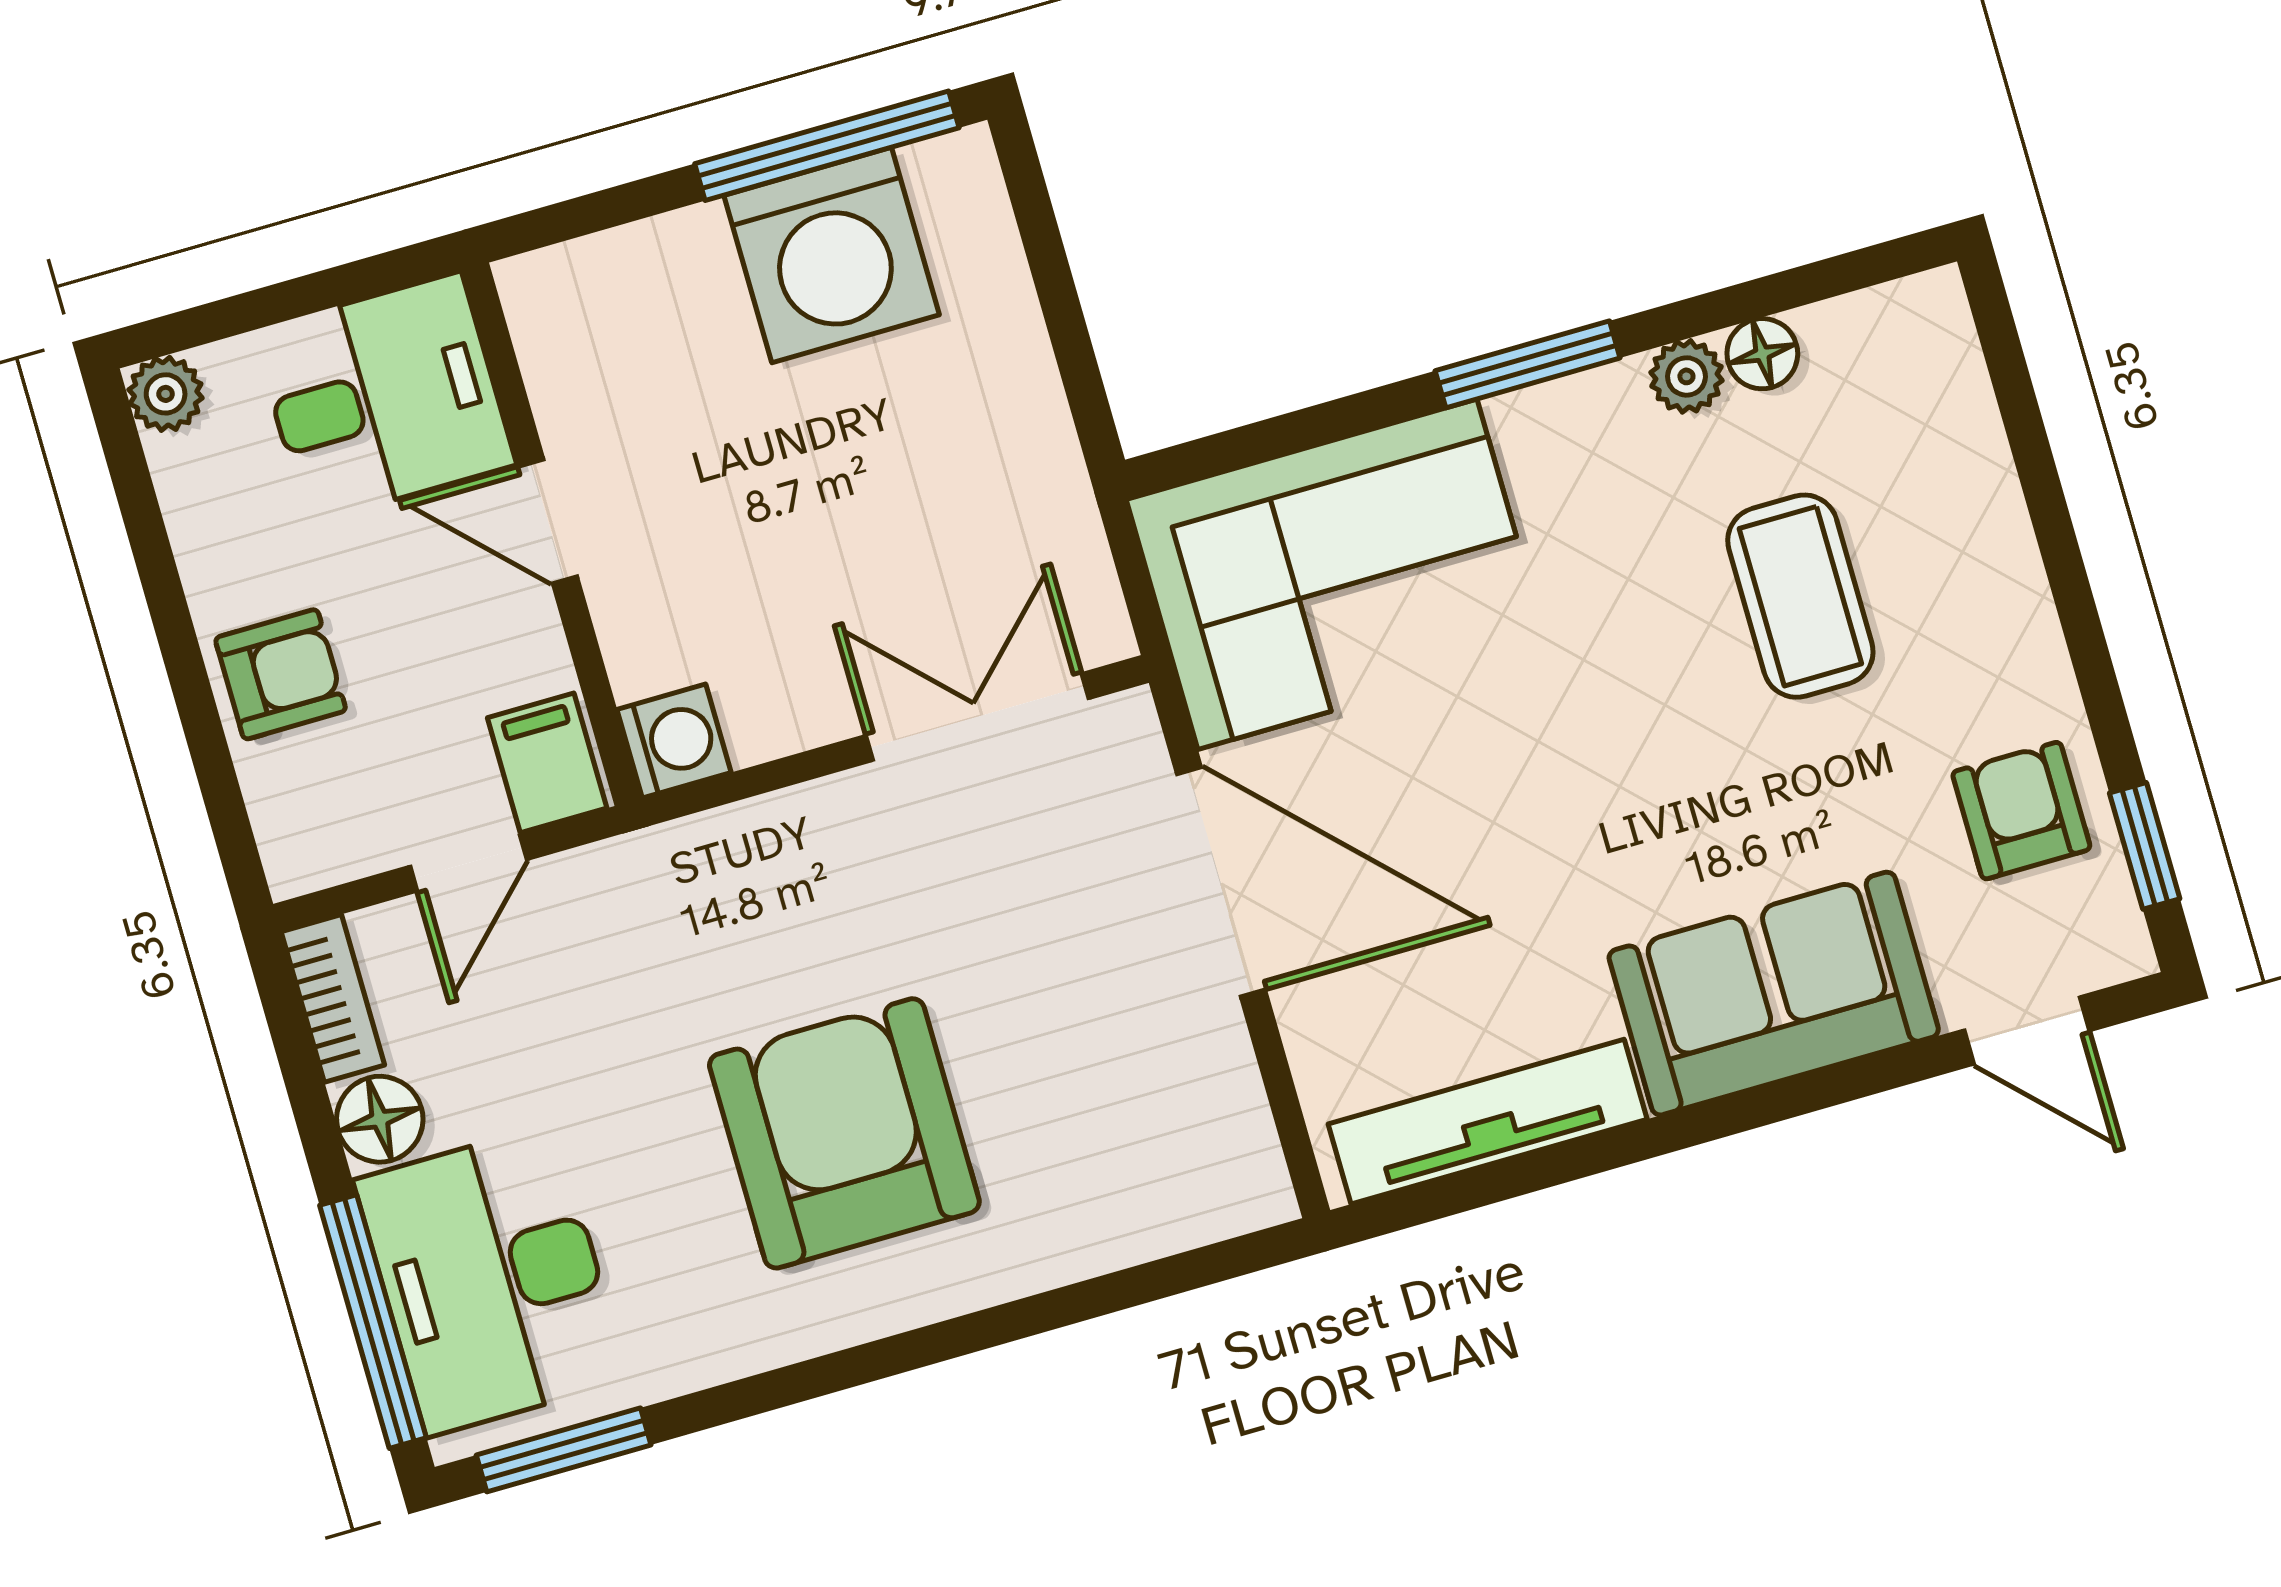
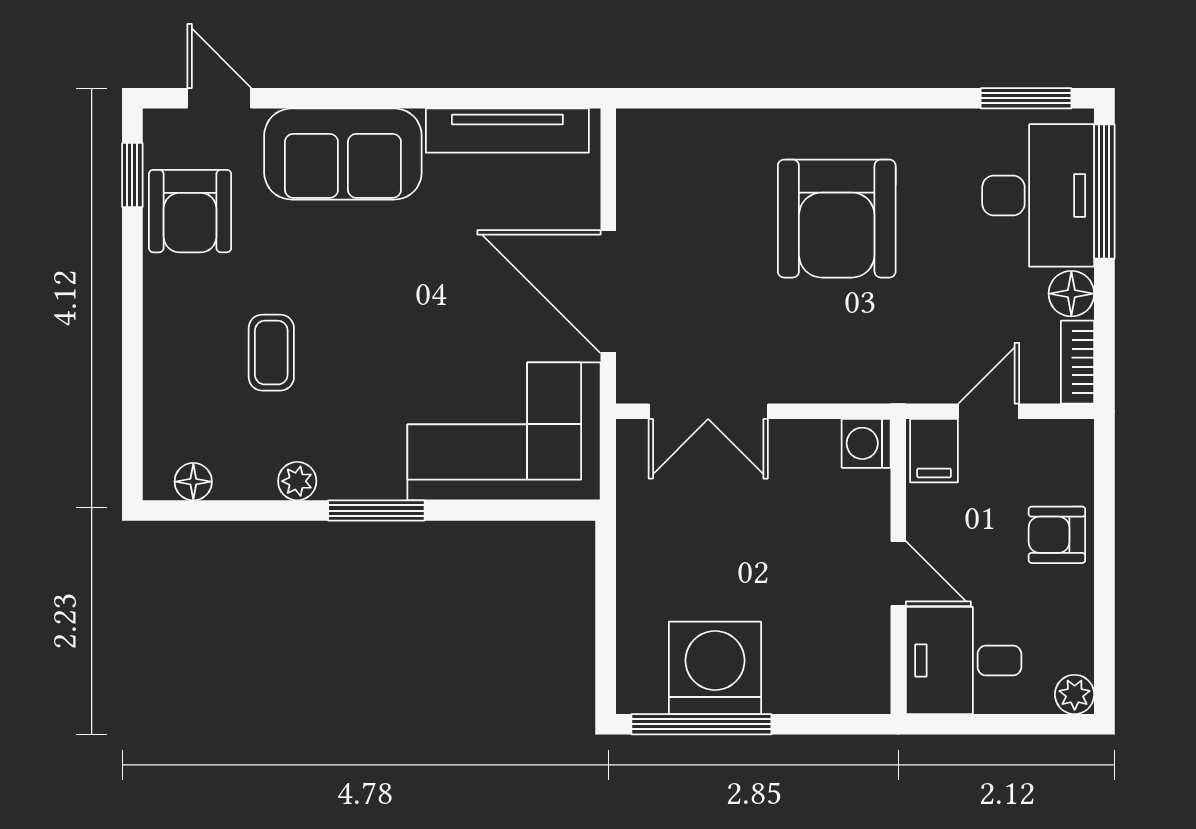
floor lamp: (1762, 354) -> (193, 482), moved
coffee table: (1800, 596) -> (271, 353), width x0.73, depth x0.77
armchair: (2021, 811) -> (190, 211), width x1.38, depth x1.38

